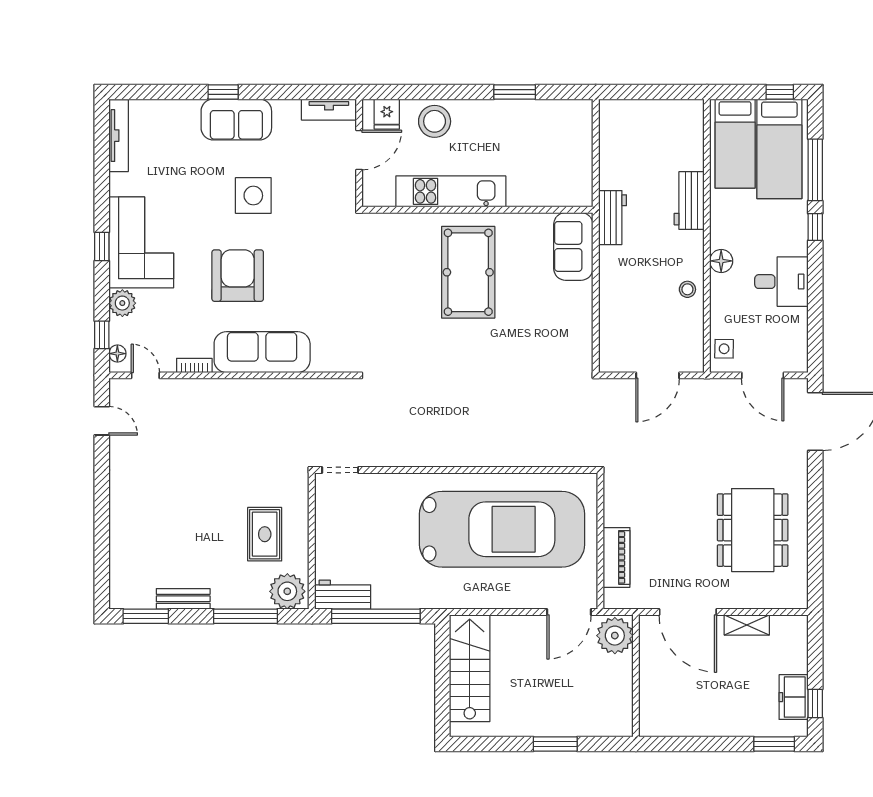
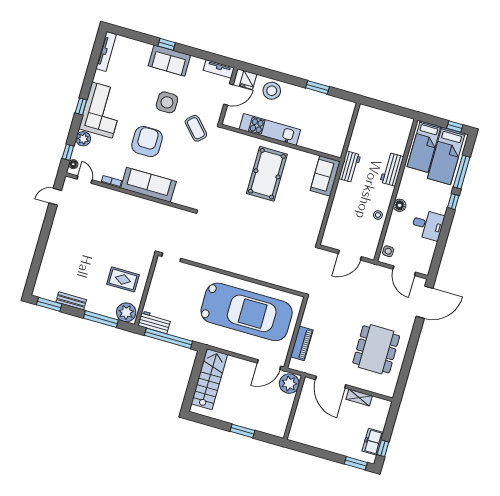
coffee table: (318, 227) -> (196, 128), added
door: (102, 421) -> (55, 197), swing flipped
rug: (265, 534) -> (123, 279), turned 90

